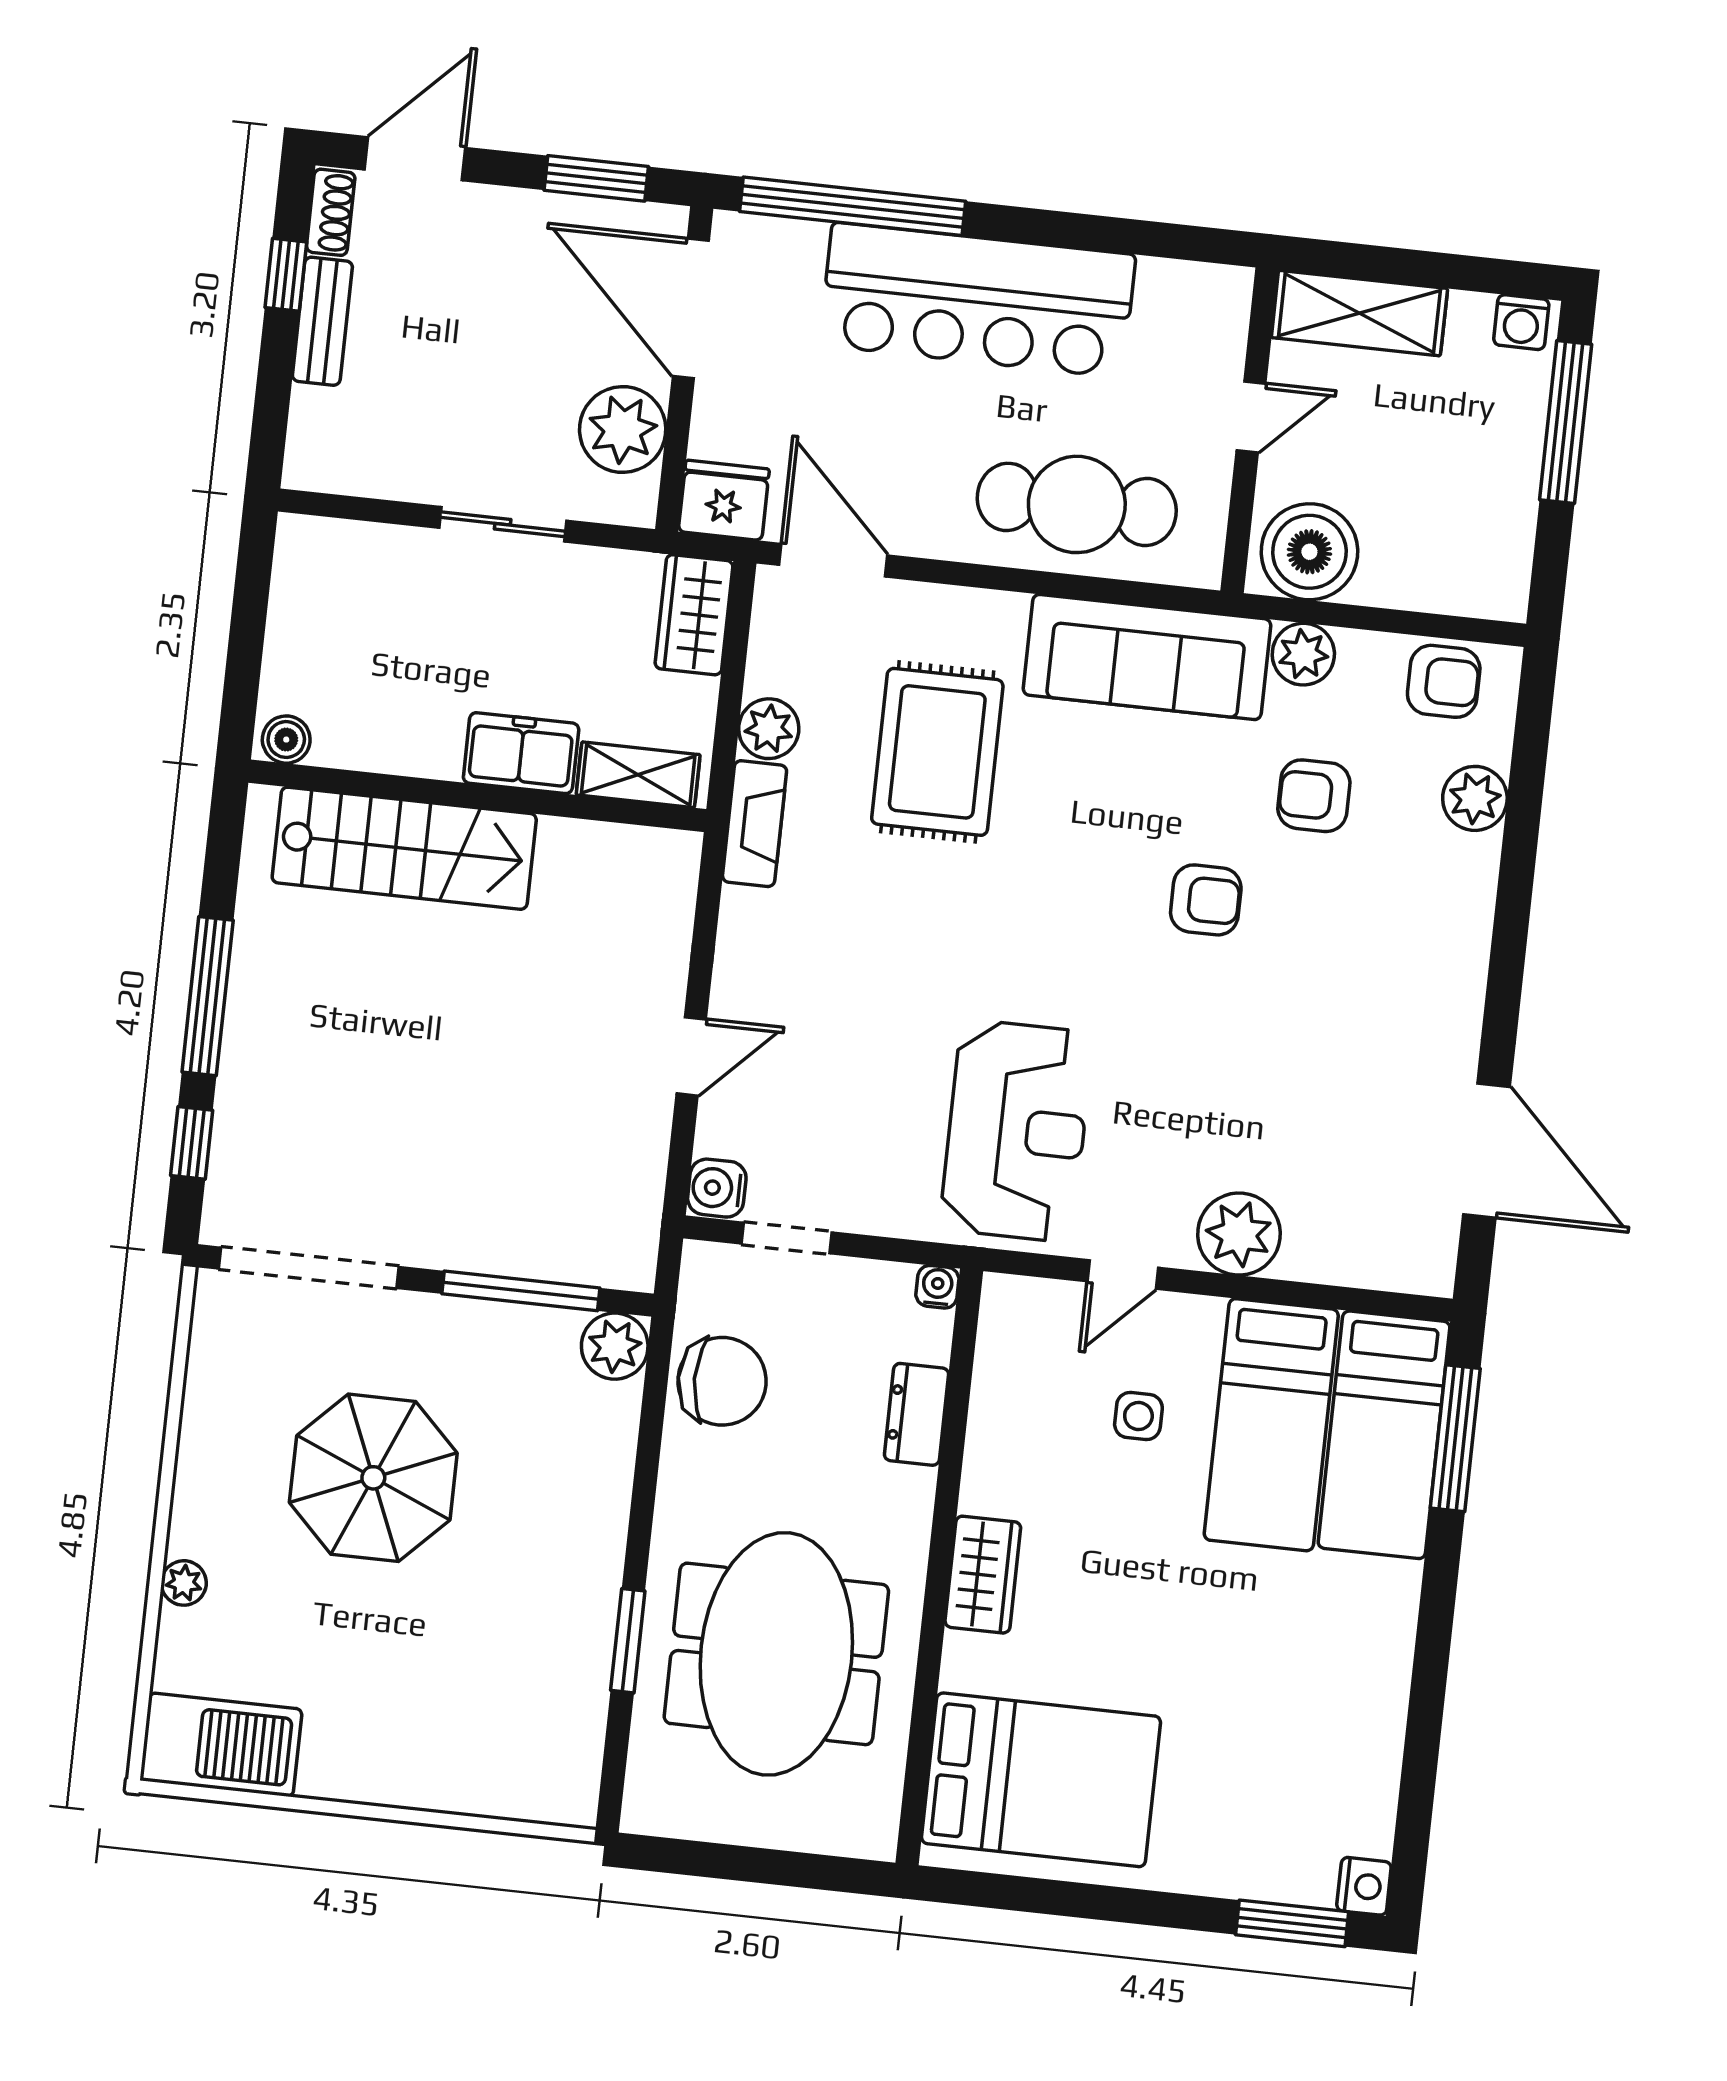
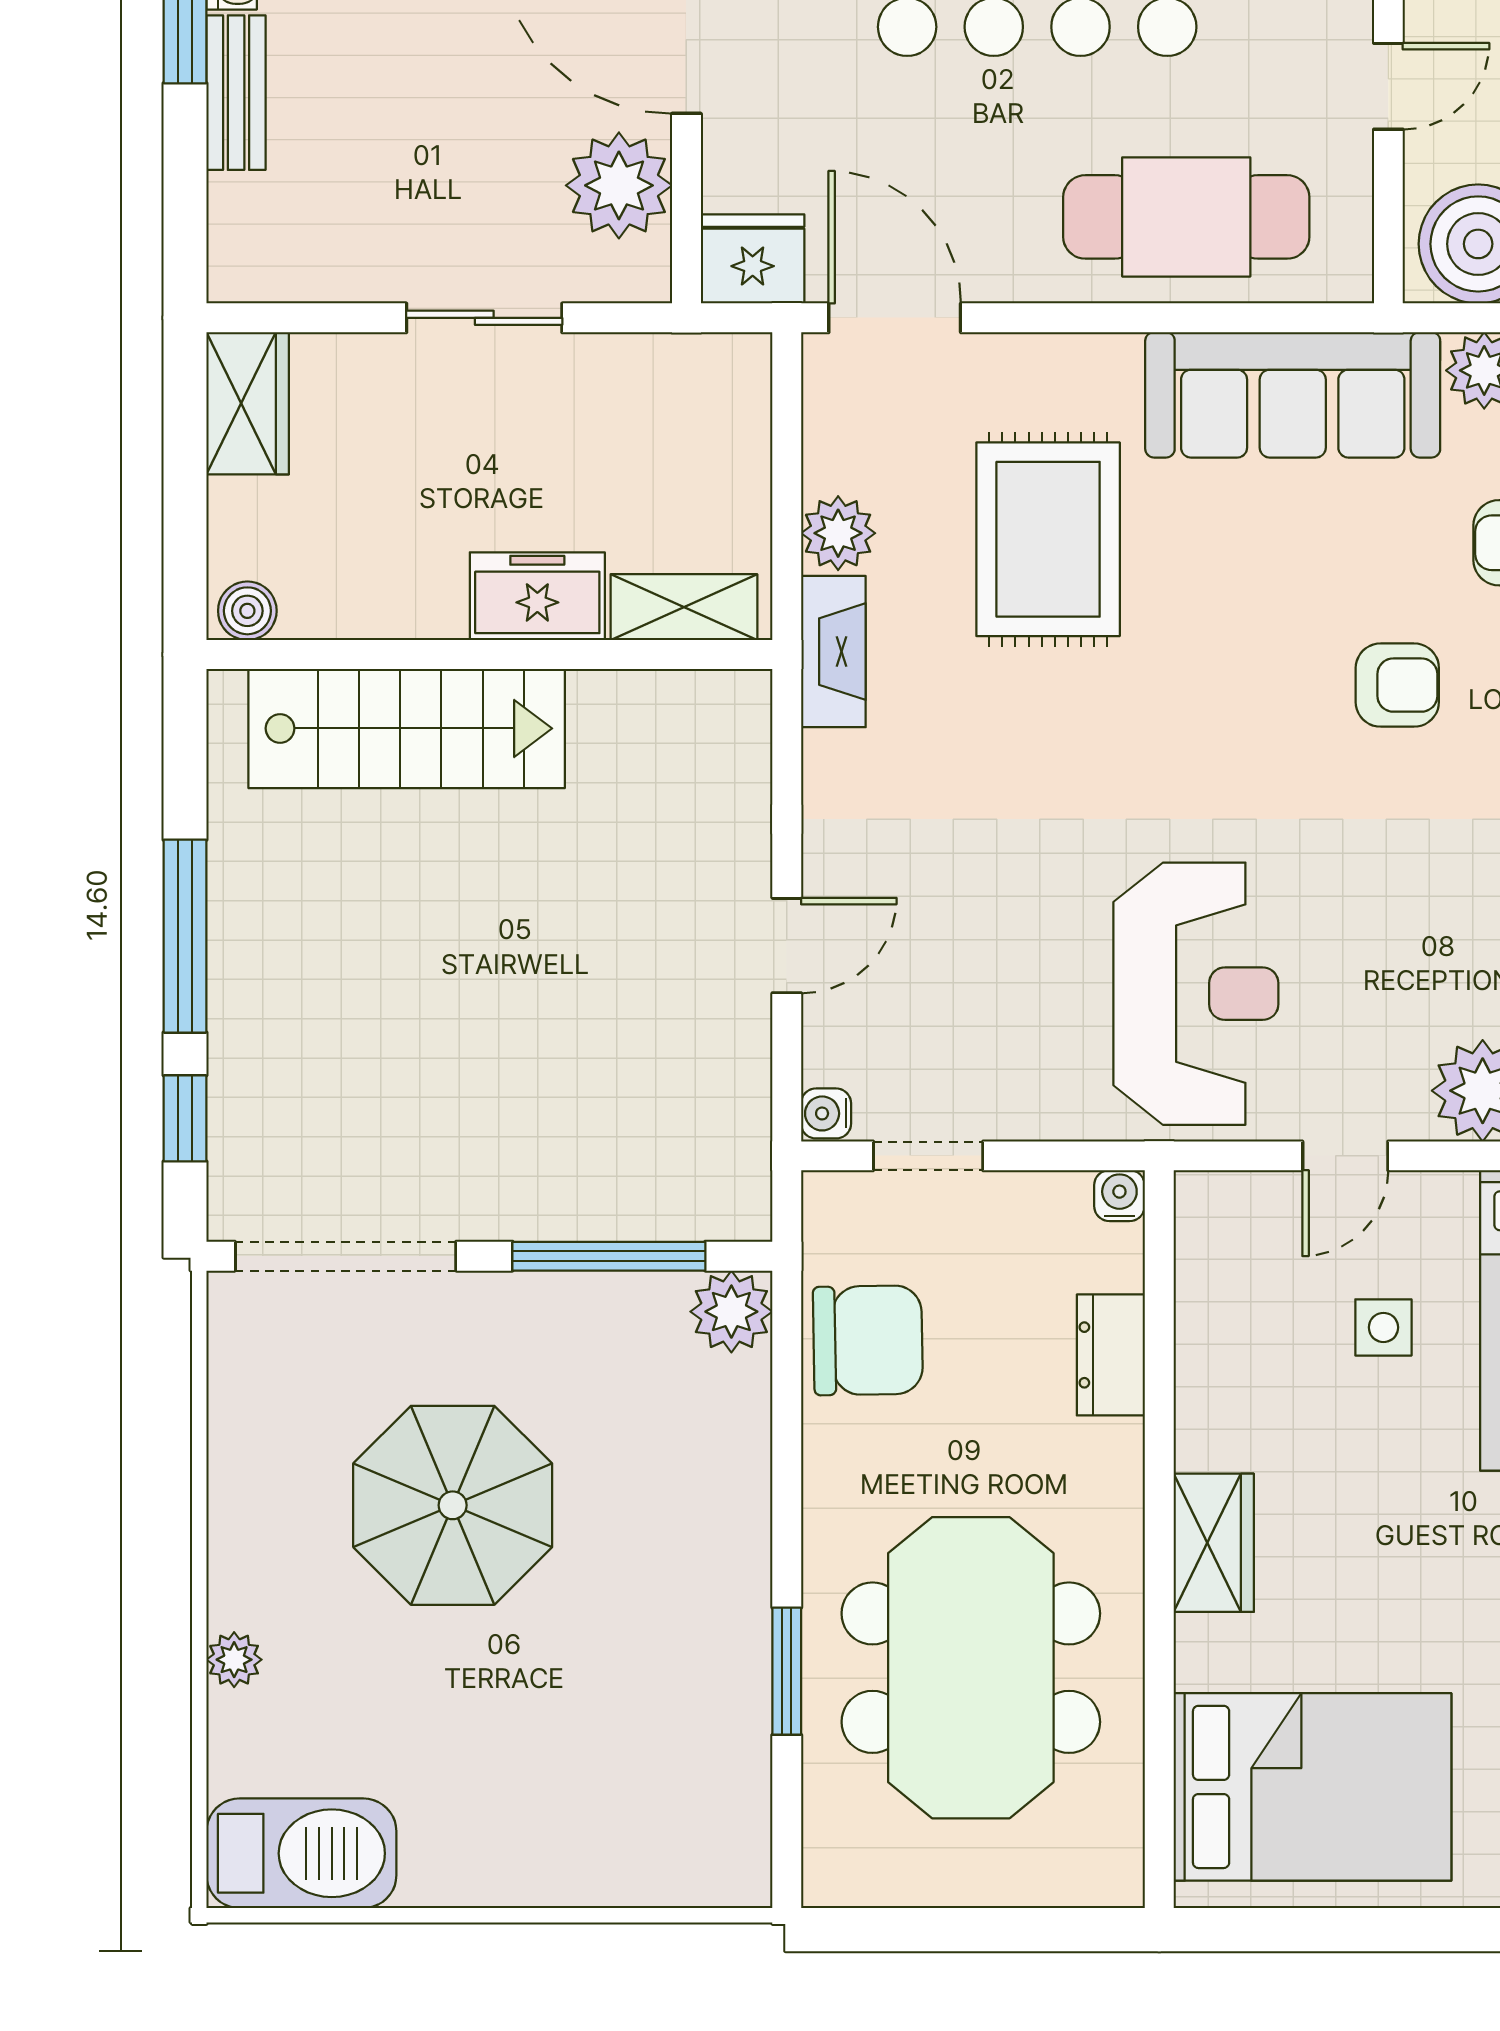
wardrobe: (694, 615) -> (248, 403), moved, turned 180
water cooler: (717, 1188) -> (826, 1113), width x0.72, depth x0.72

